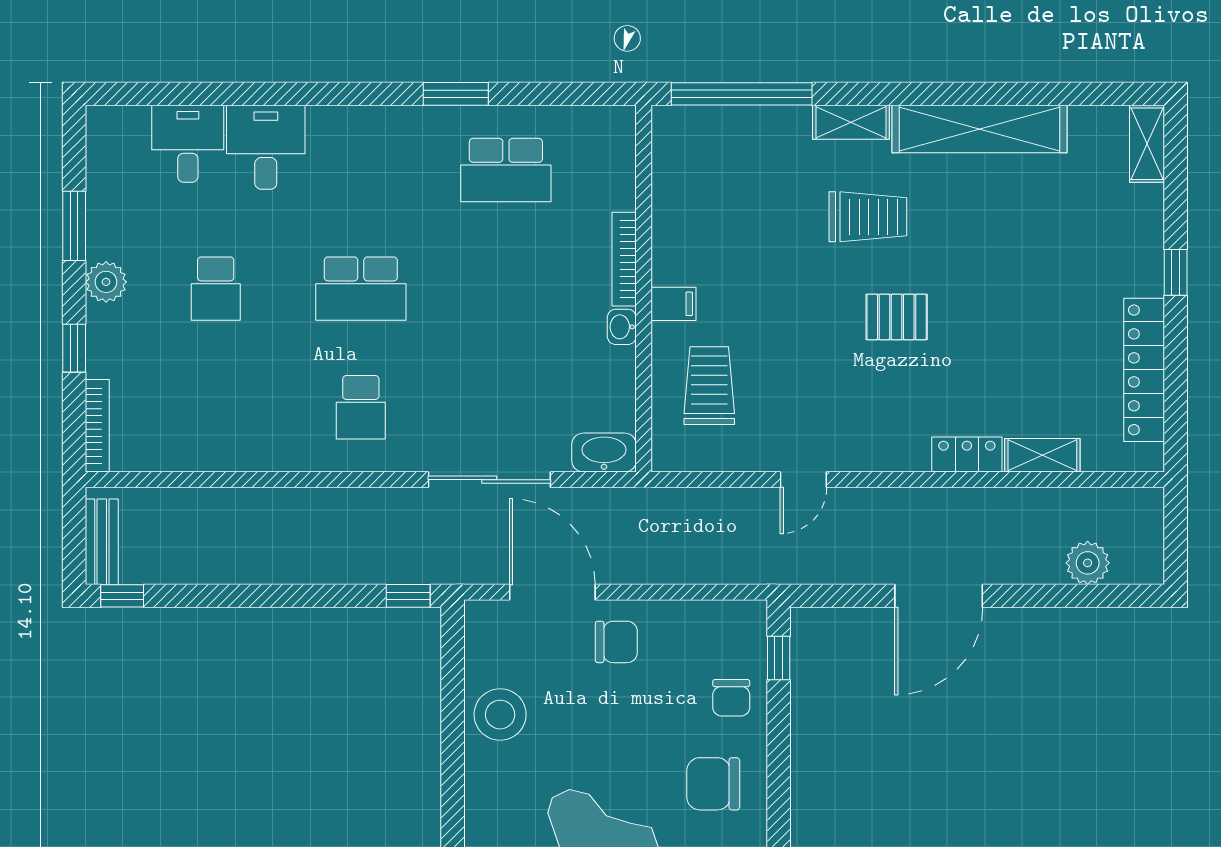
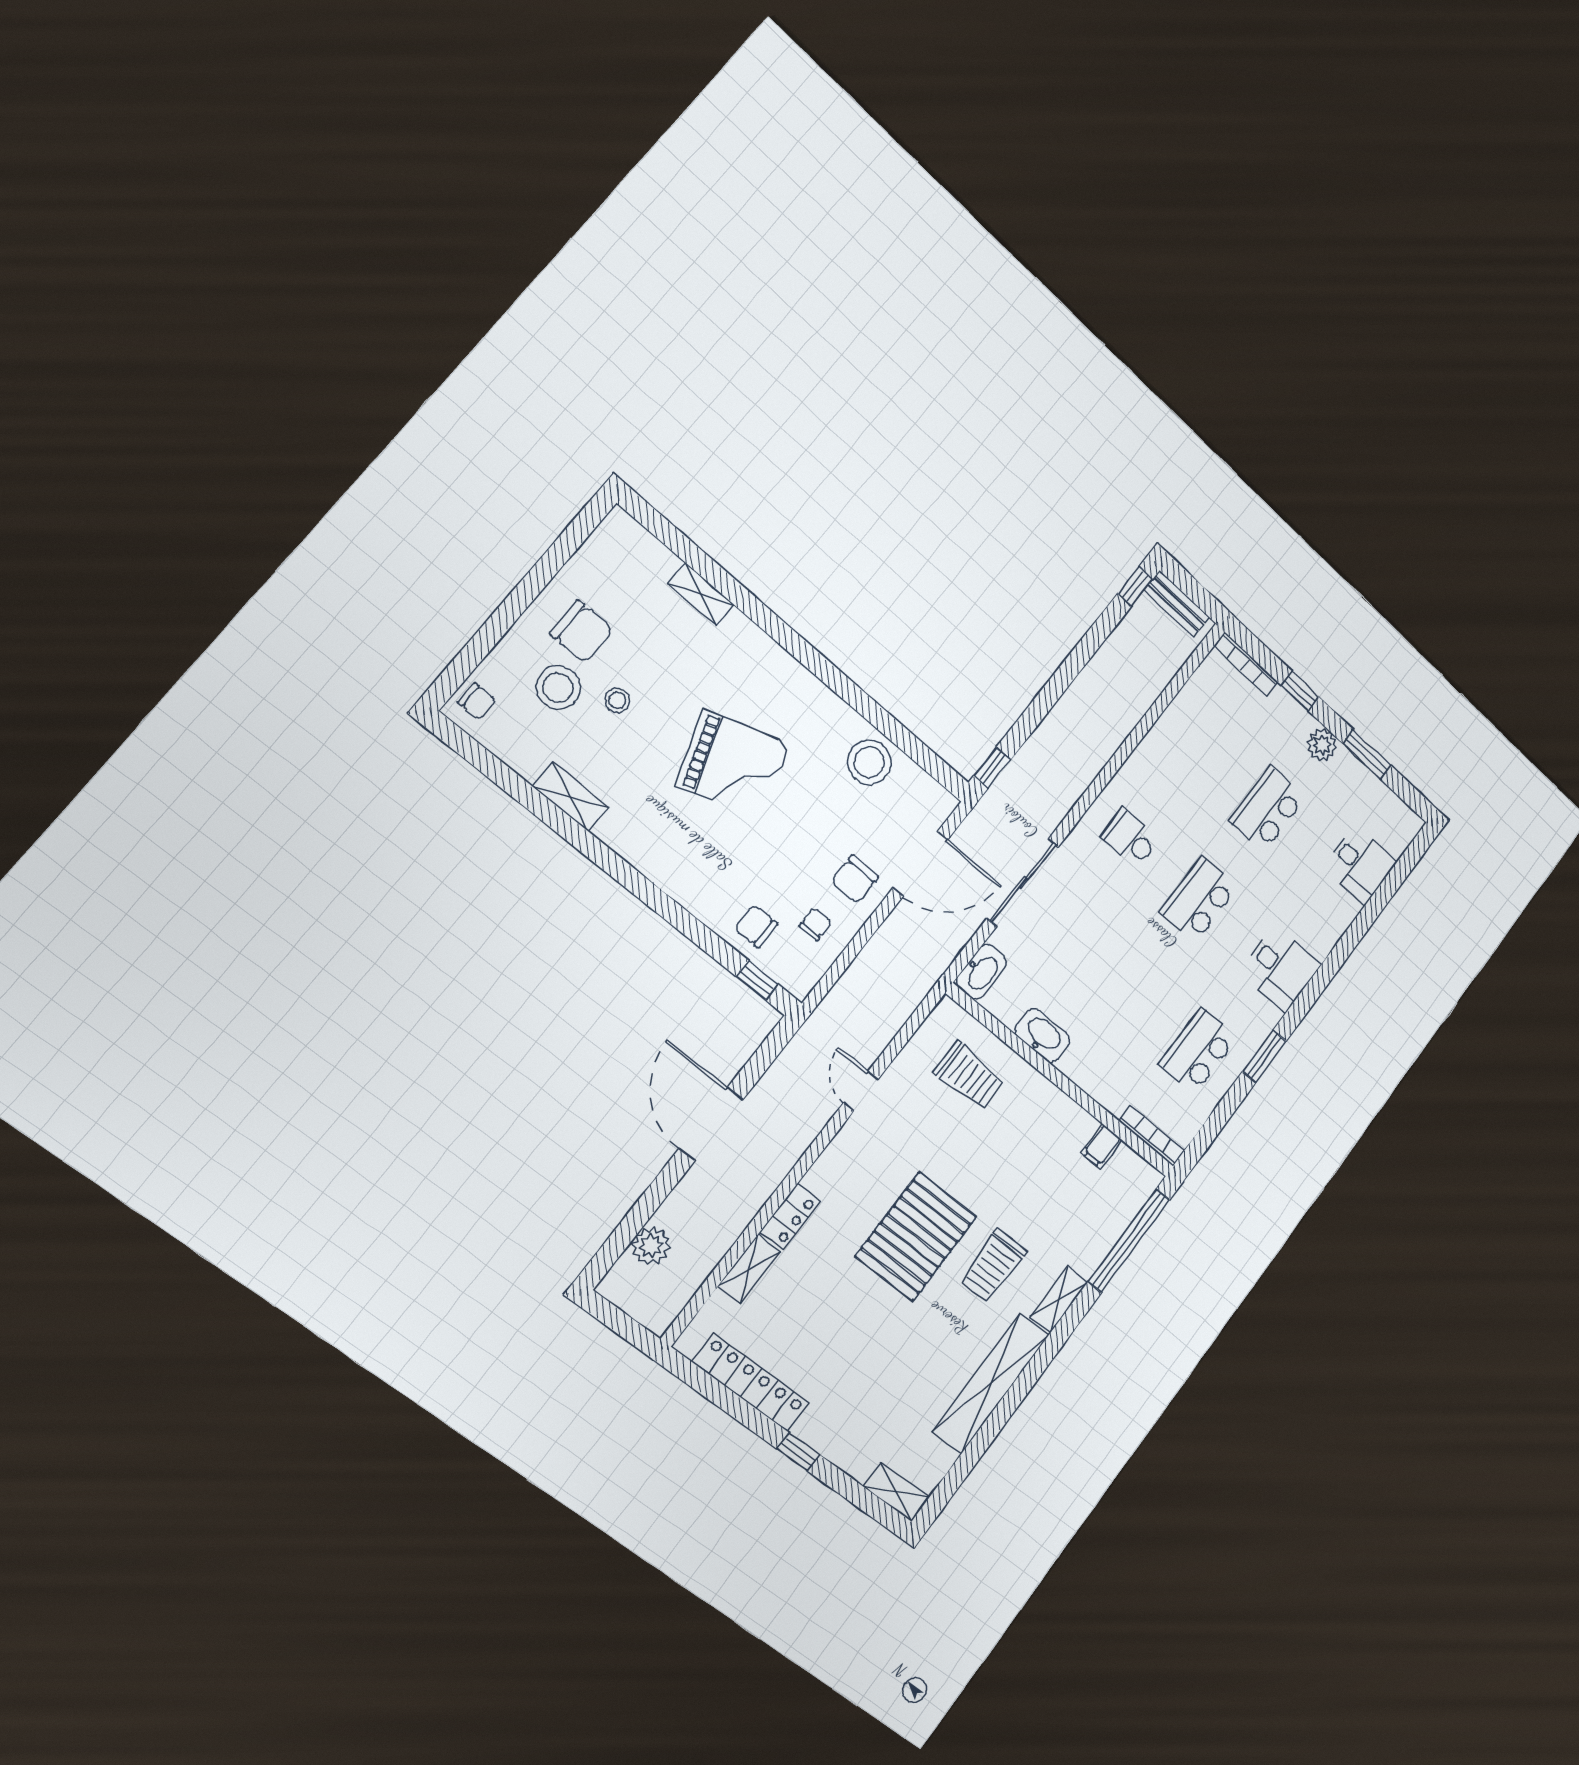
desk: (266, 147) -> (1280, 968), moved
bookcase: (624, 259) -> (1152, 1136), moved
school desk: (216, 289) -> (1267, 809), width x1.85
filing cabinet: (674, 304) -> (1101, 1146), moved
pallet: (897, 317) -> (916, 1237), width x2.05, depth x2.00
washbasin: (622, 327) -> (1043, 1035), width x1.91, depth x1.45
chair: (713, 784) -> (815, 924), moved, width x0.54, depth x0.54

